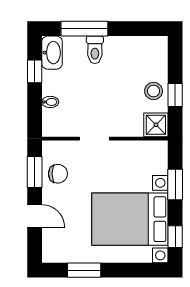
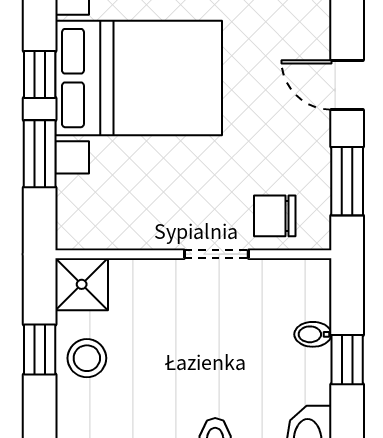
window: (35, 71) -> (347, 360), moved
chair: (58, 174) -> (275, 216), moved
window: (175, 237) -> (40, 75), moved

